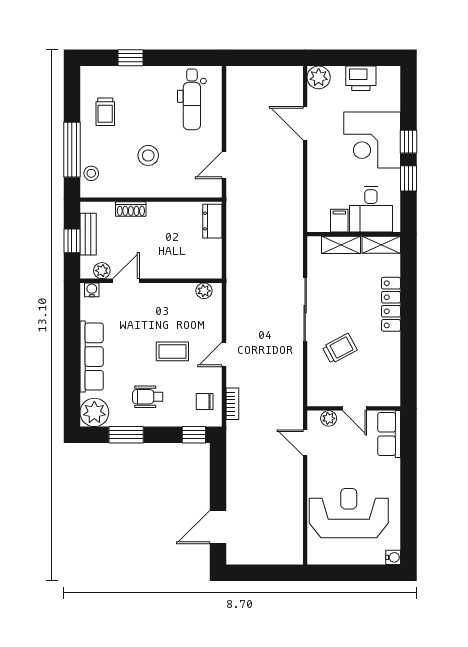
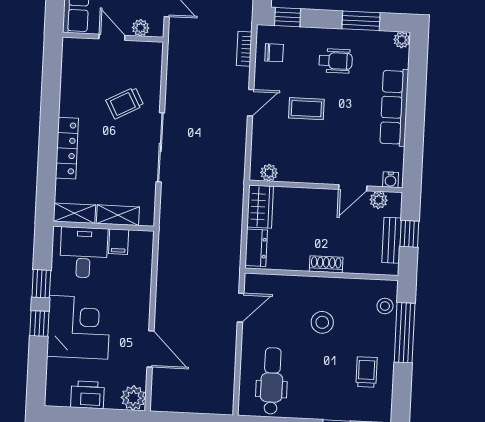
shoe rack: (131, 209) -> (326, 264), moved
wardrobe: (211, 259) -> (260, 207), added
plant: (94, 412) -> (402, 40), width x0.53, depth x0.53

